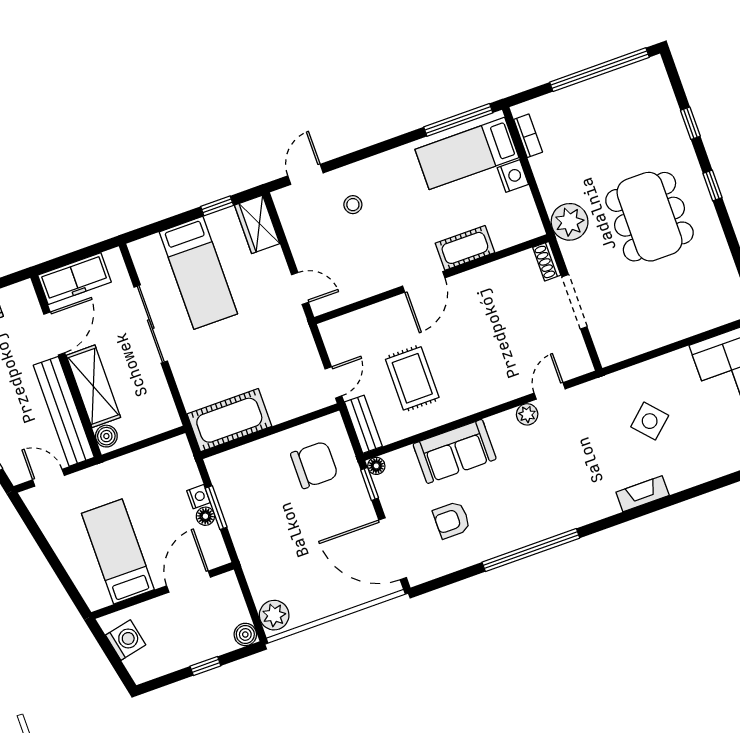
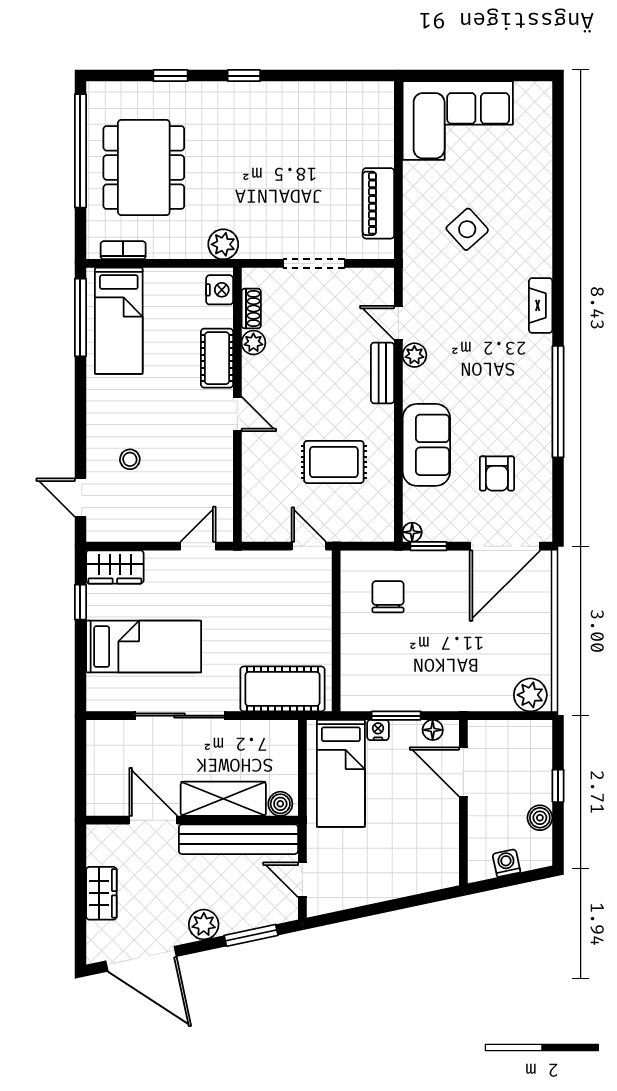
nightstand: (513, 176) -> (220, 290), moved, turned 90
dining table: (649, 217) -> (144, 168), moved, turned 90
plant: (570, 222) -> (223, 244), width x0.73, depth x0.73
shoe rack: (547, 261) -> (251, 308), moved, turned -90
plant: (489, 274) -> (253, 343), added
freezer: (74, 279) -> (103, 778), removed
door: (424, 282) -> (237, 414), width x0.73
piano: (645, 338) -> (378, 203), added
cot: (229, 420) -> (282, 689), moved, turned 90
bench: (363, 424) -> (383, 373), moved, turned 90
chair: (314, 465) -> (388, 597), width x0.73, depth x0.73
door: (48, 478) -> (302, 880), hinge flipped
fireplace: (643, 494) -> (541, 305), moved
floor lamp: (205, 516) -> (433, 730), moved
bed: (118, 552) -> (341, 773), moved, turned -90
boiler: (245, 634) -> (540, 818), moved
washing machine: (126, 640) -> (506, 863), width x0.73, depth x0.73

